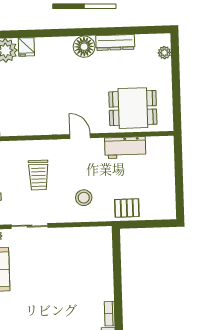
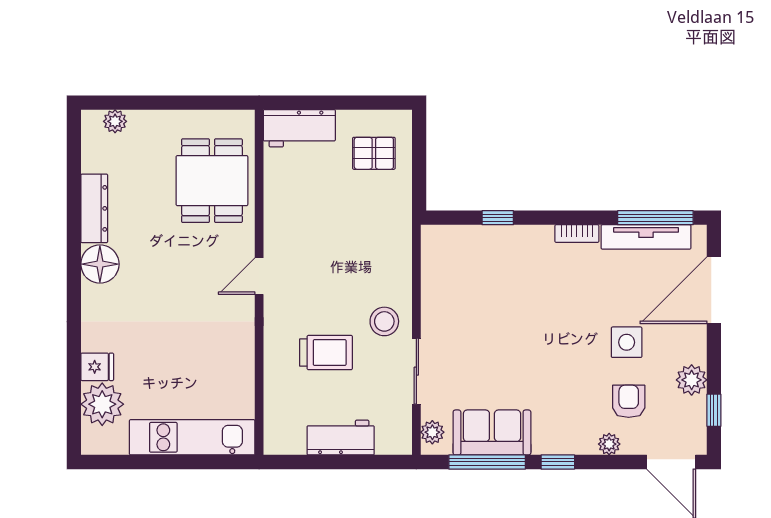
workbench: (125, 148) -> (299, 128), moved, turned 90
stool: (84, 198) -> (384, 321), moved
pallet: (127, 208) -> (374, 153), moved, turned 90
window: (117, 269) -> (498, 218), added

